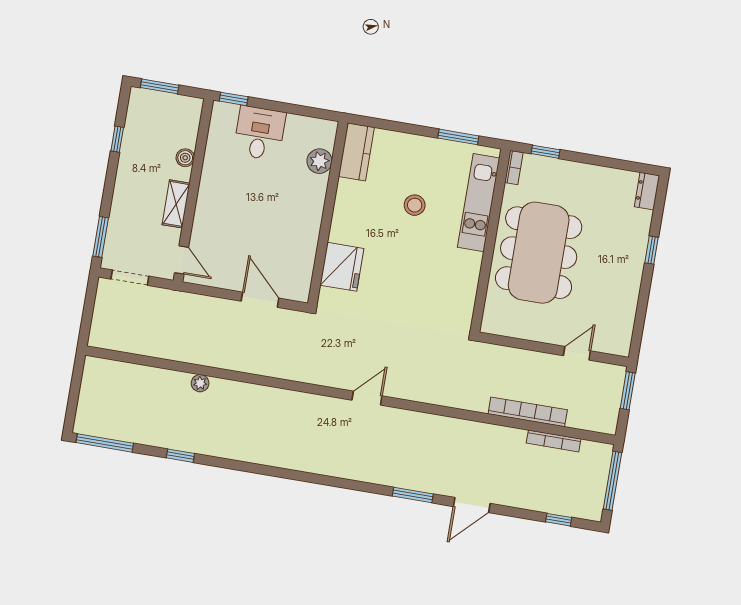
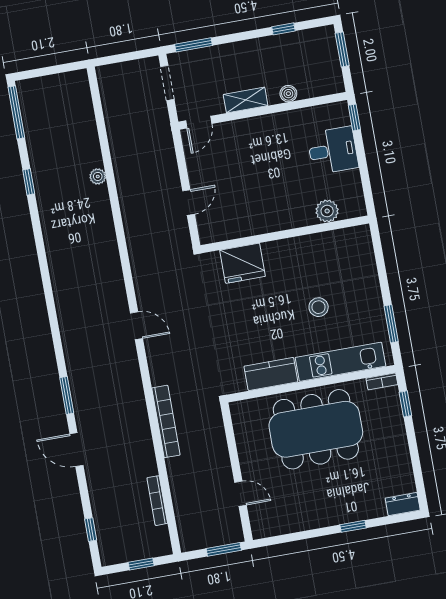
kitchen counter: (356, 152) -> (271, 374), moved, turned 180
door: (260, 300) -> (189, 202), width x0.73
bookcase: (528, 412) -> (166, 421), moved
window: (612, 481) -> (141, 564), width x0.46

